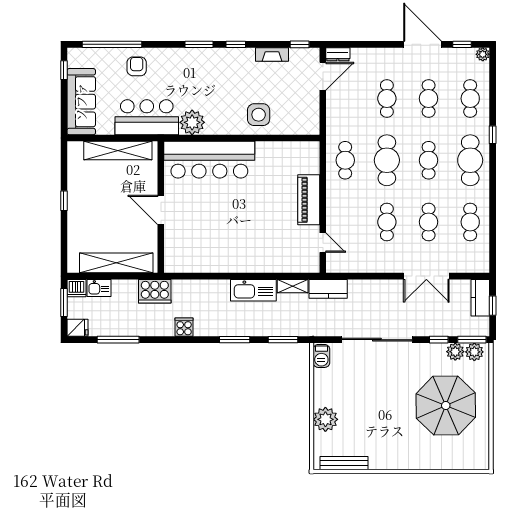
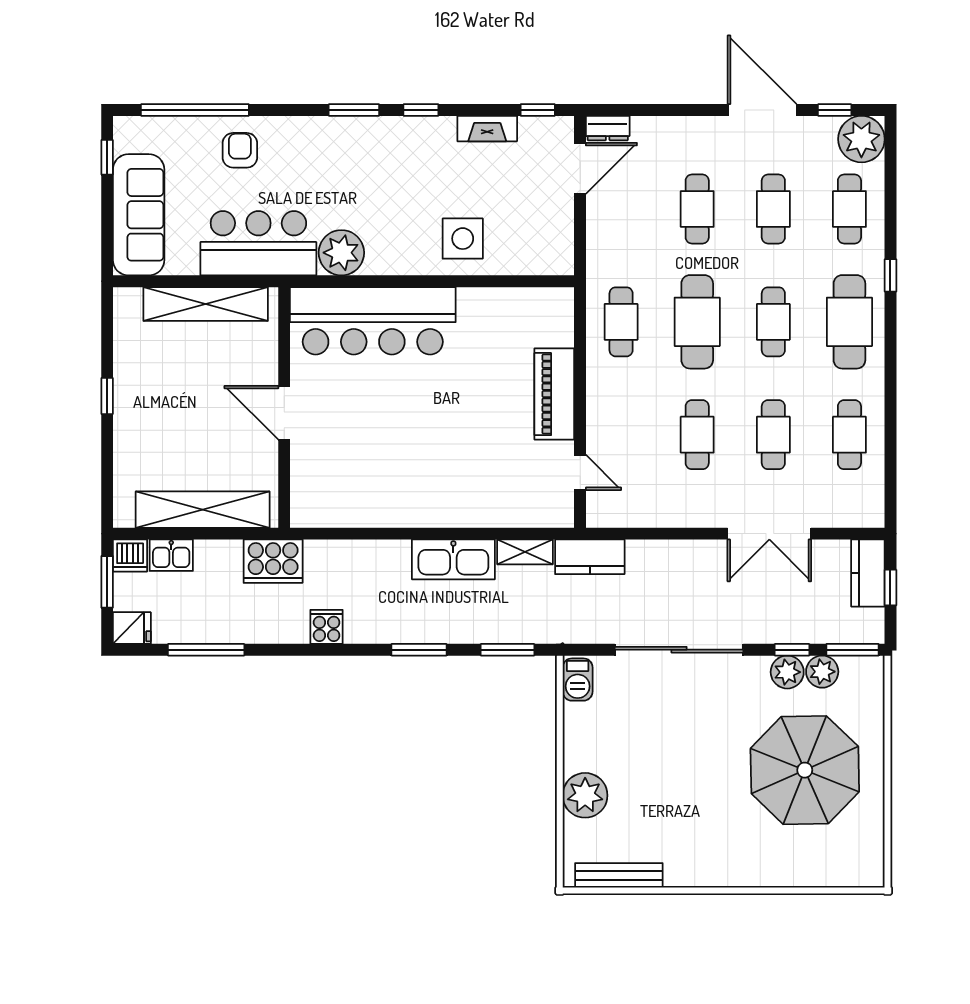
plant: (483, 54) -> (861, 139), width x1.88, depth x1.88
plant: (474, 352) -> (787, 672), moved

